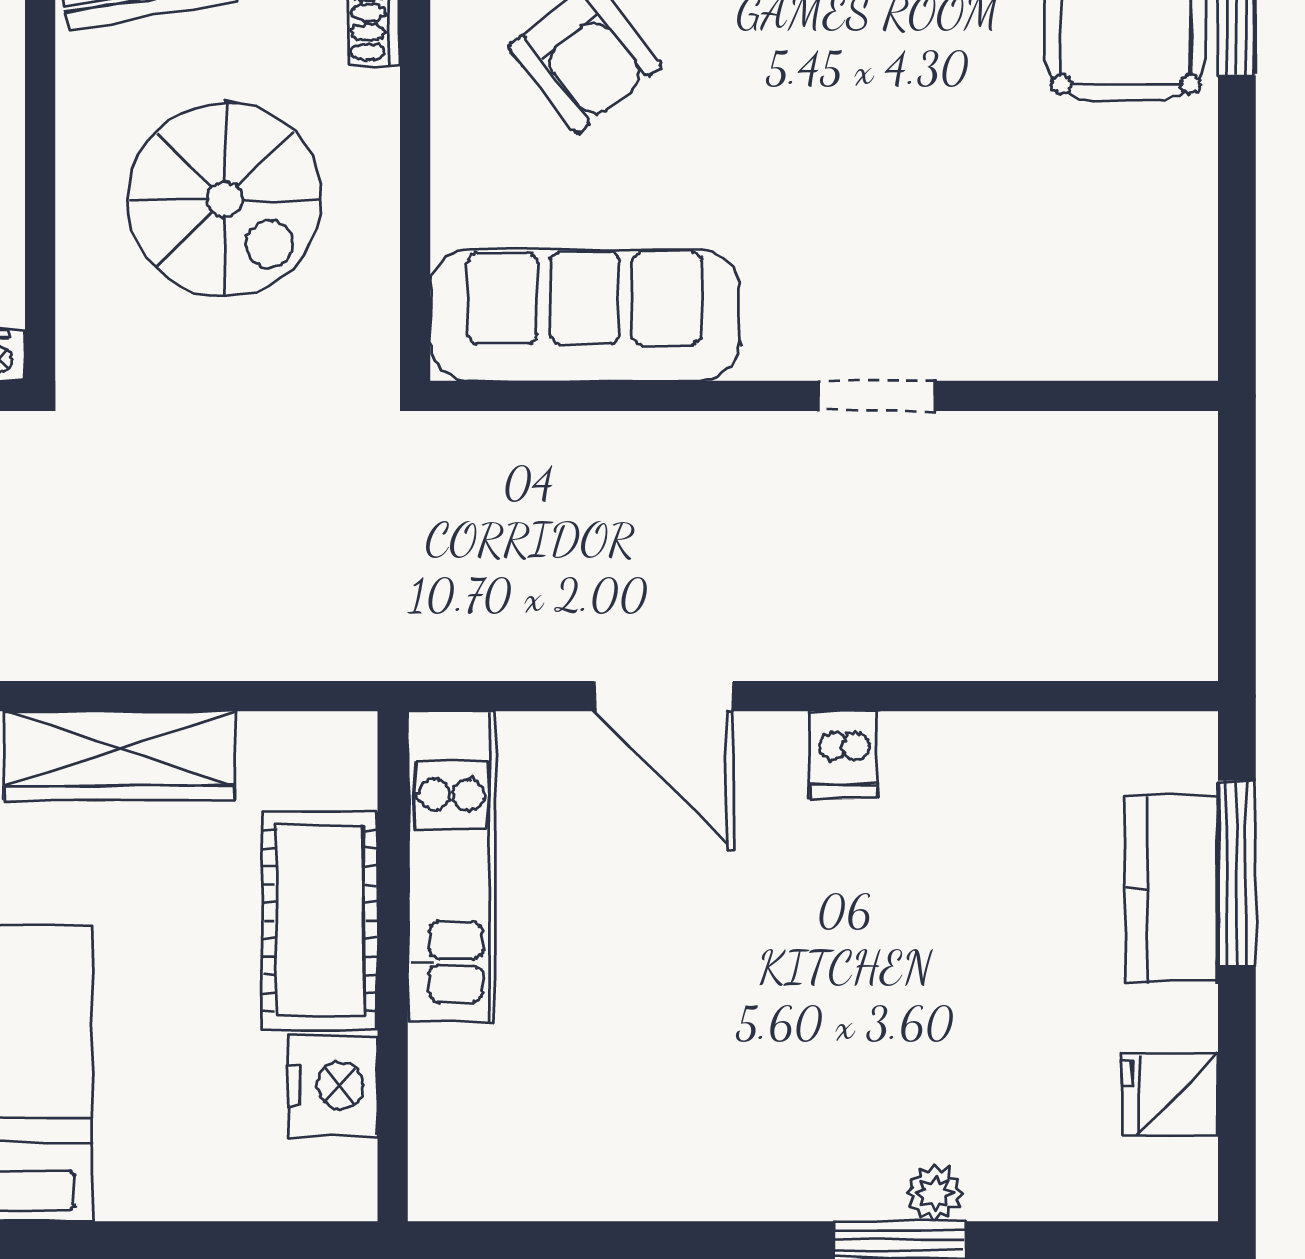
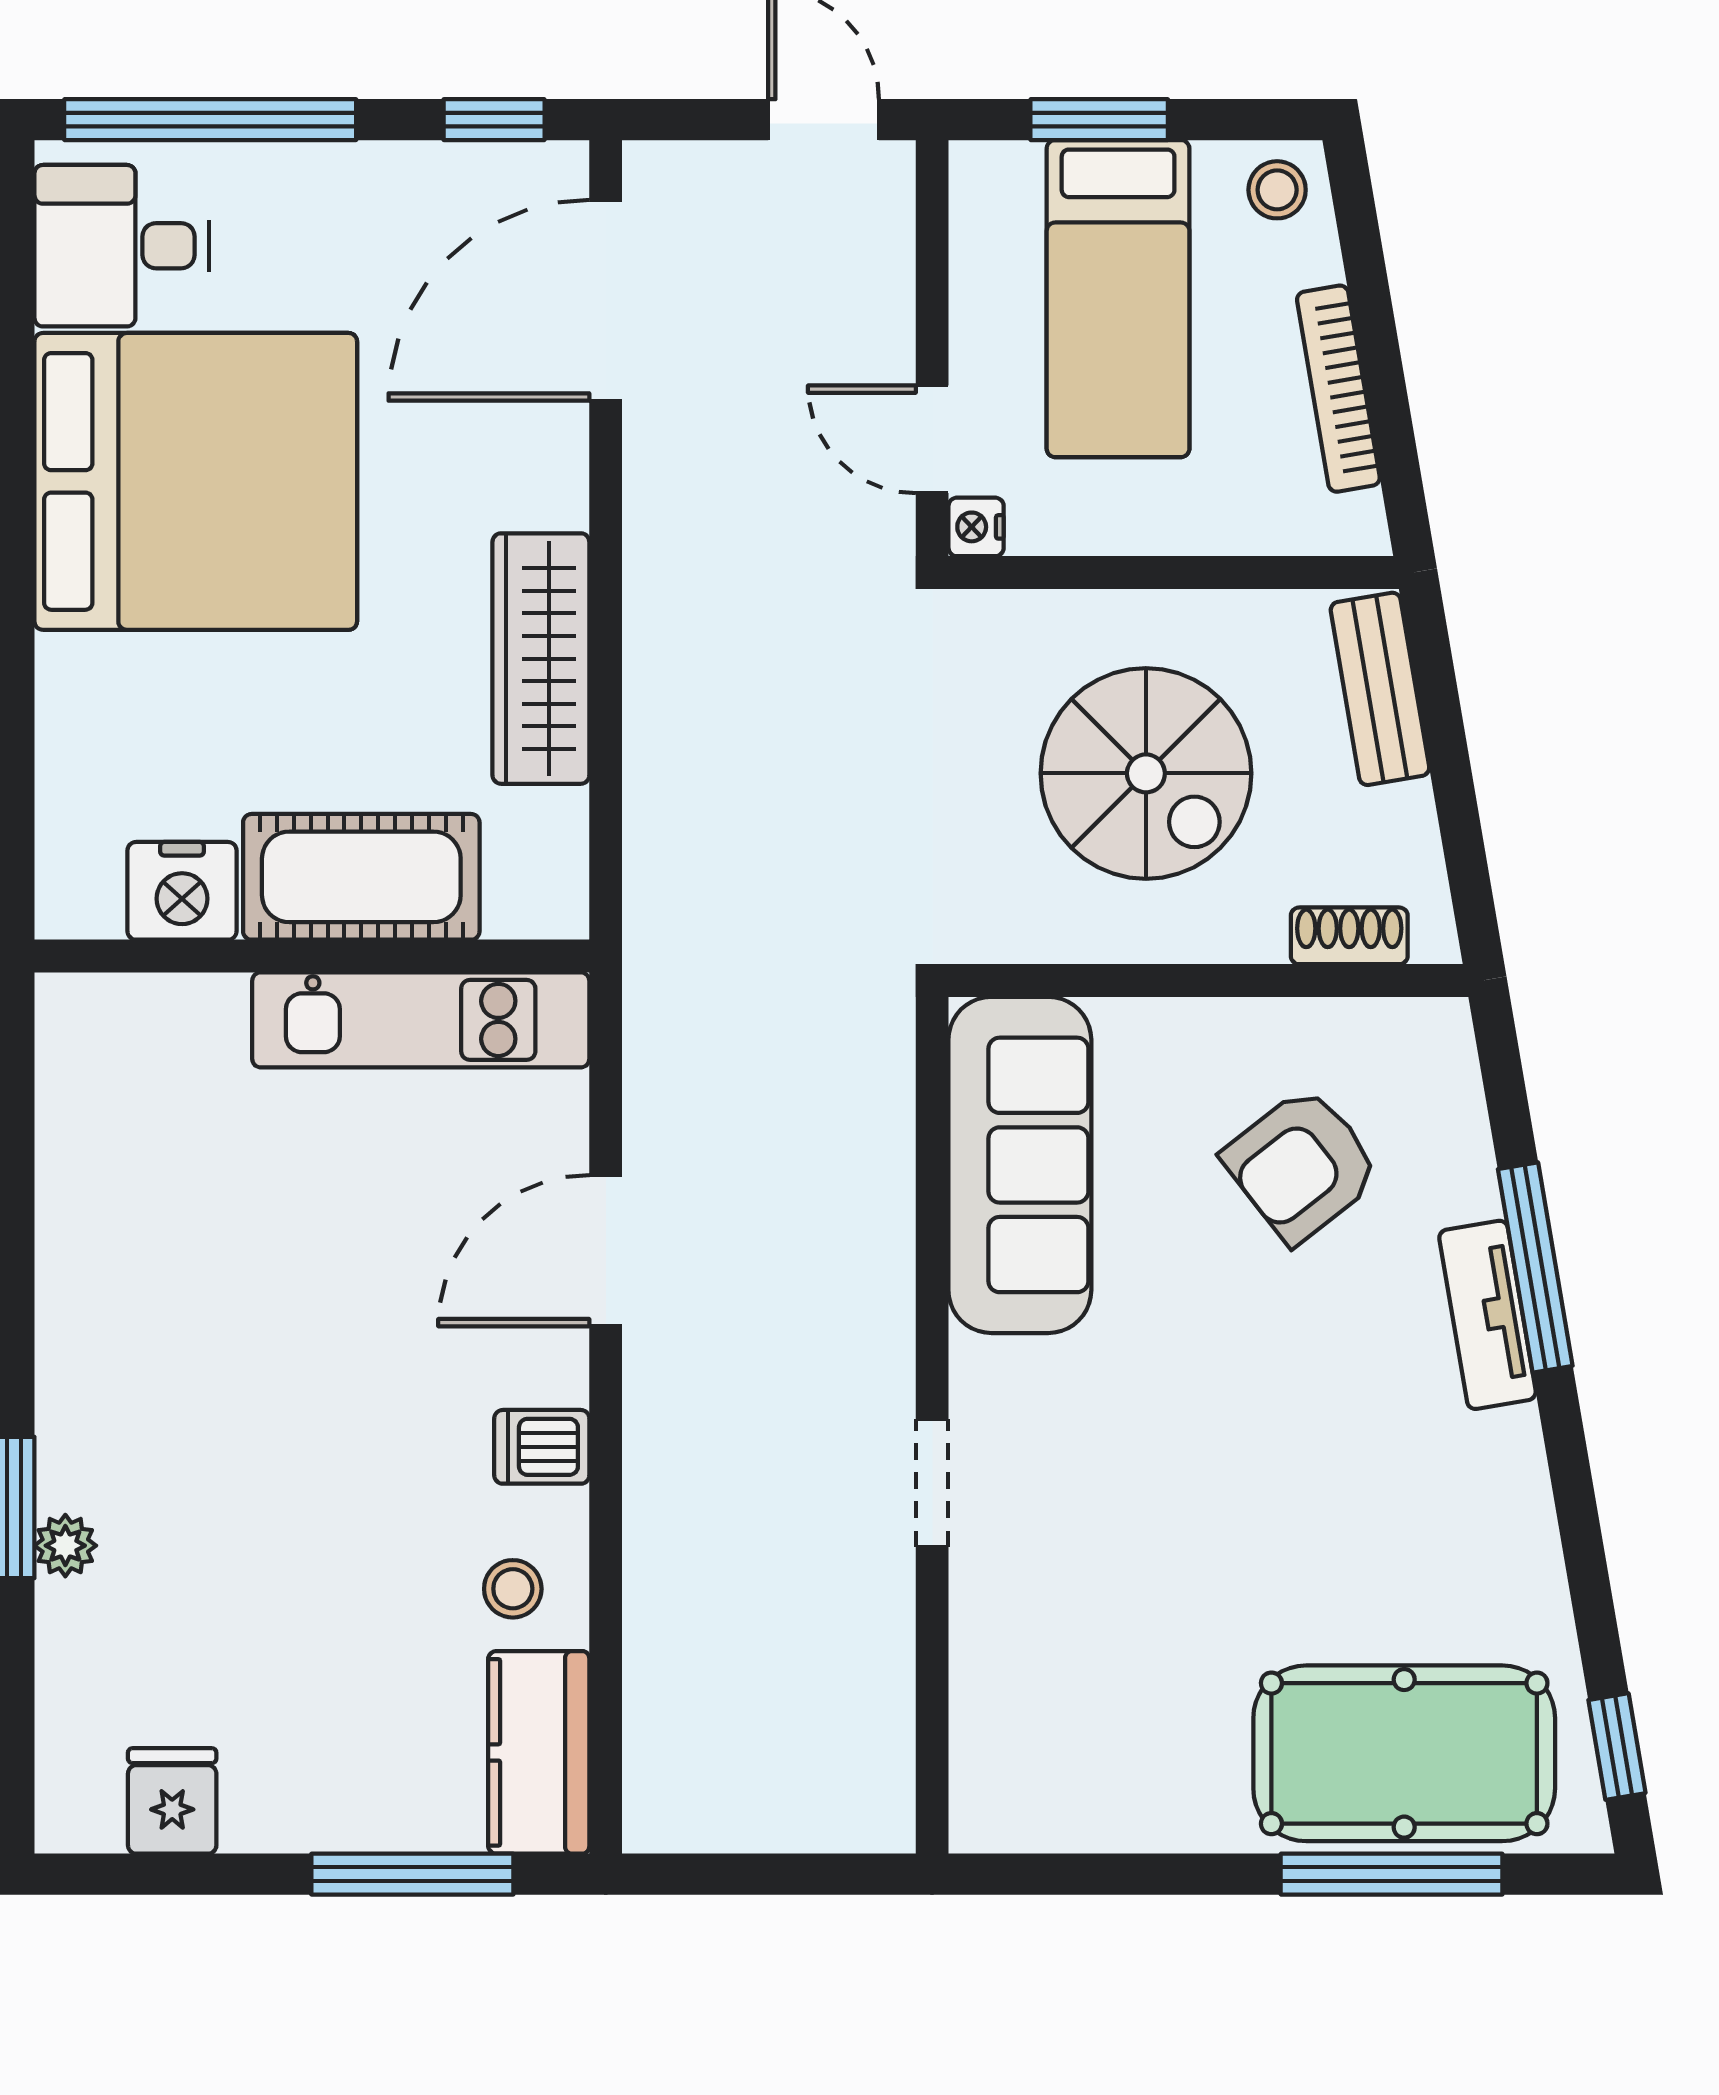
spiral stairs: (225, 199) -> (1146, 773), turned -90
stool: (974, 781) -> (513, 1589), added
kitchen counter: (1171, 889) -> (539, 1752), moved, turned -90

